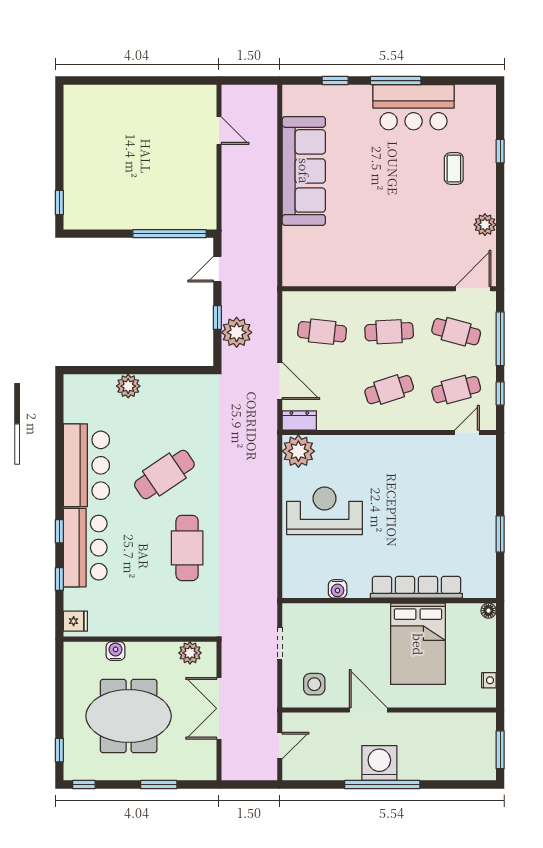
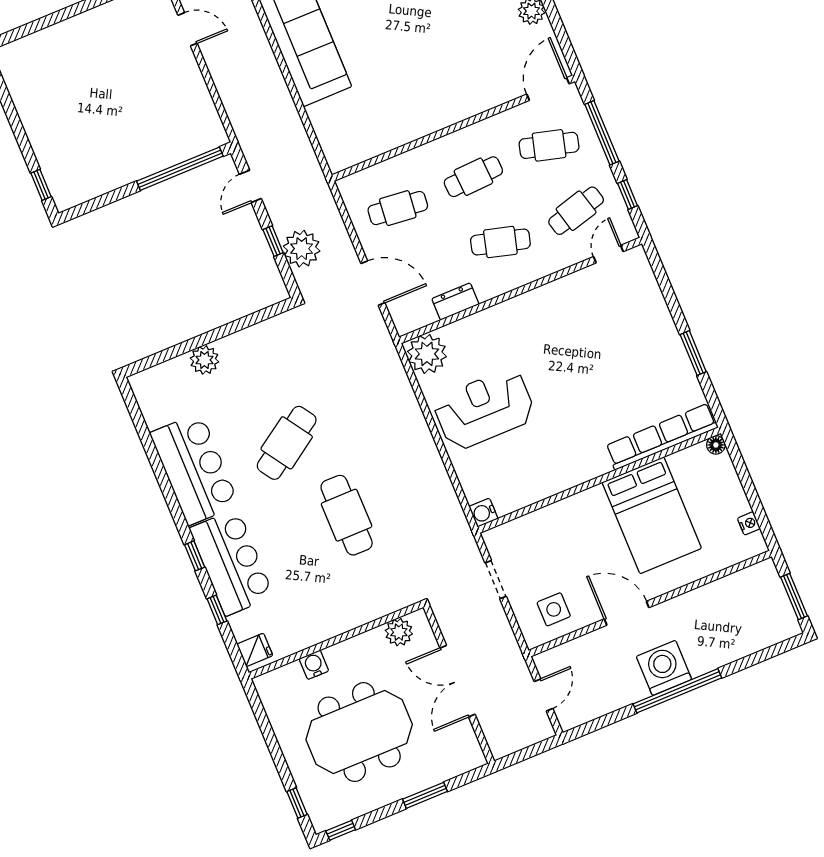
cafe table: (389, 390) -> (500, 242), turned 33
dresser: (299, 420) -> (455, 302), moved
row of seats: (416, 587) -> (662, 437), moved
water cooler: (338, 589) -> (483, 513), moved, turned 90

